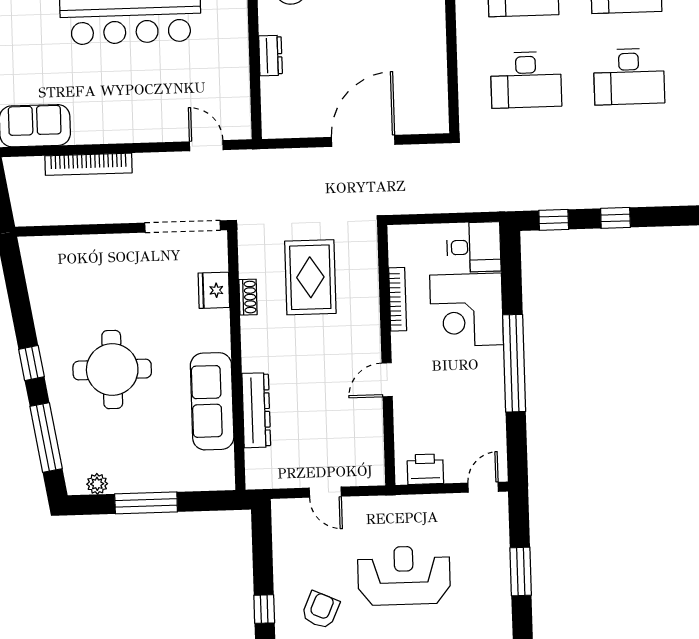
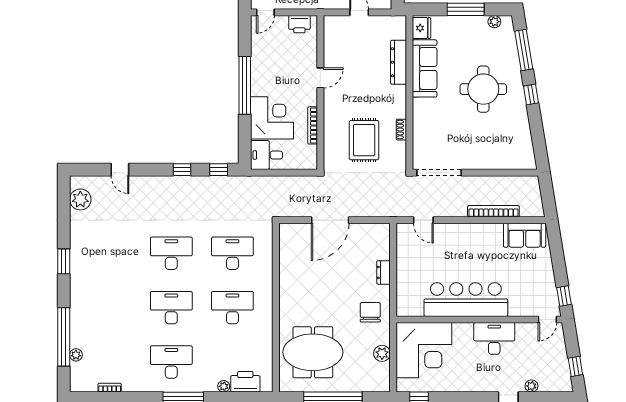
fridge: (214, 290) -> (421, 28), moved

